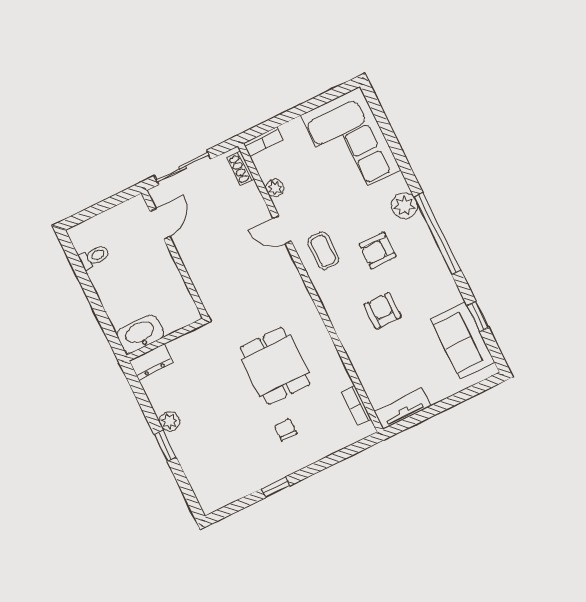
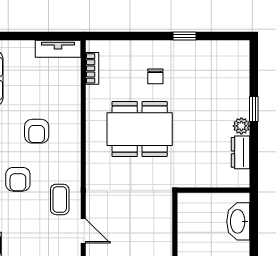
armchair: (378, 251) -> (18, 179), turned 90
washbasin: (140, 334) -> (238, 221), moved, turned 90
dresser: (151, 362) -> (241, 152), moved, turned -90
dining table: (275, 366) -> (140, 129), width x1.38

